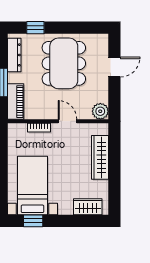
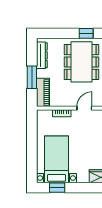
window: (35, 28) -> (86, 33), moved
door: (68, 121) -> (84, 108), hinge flipped

